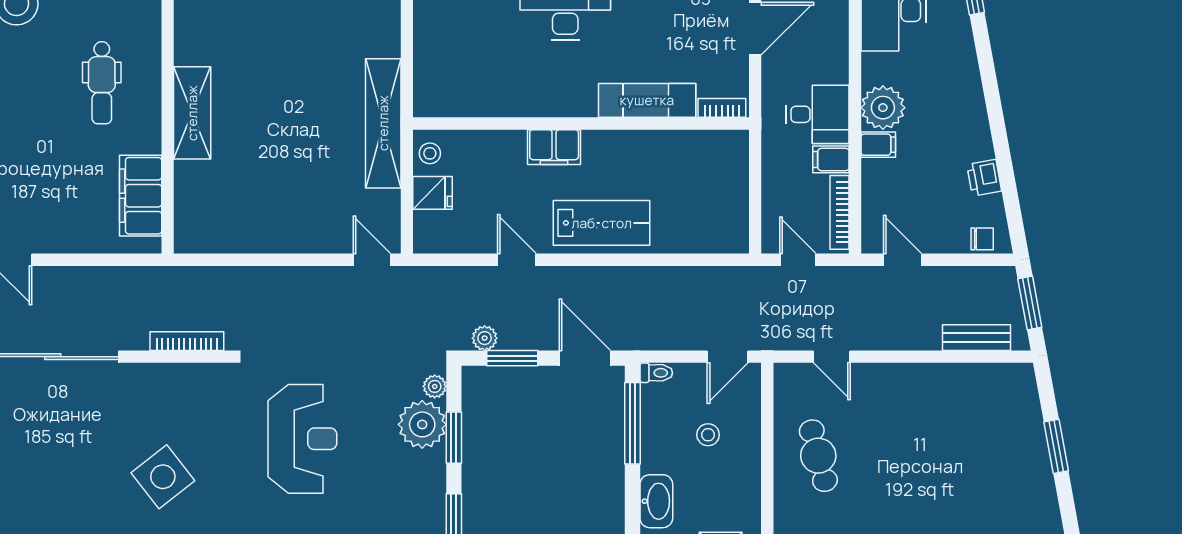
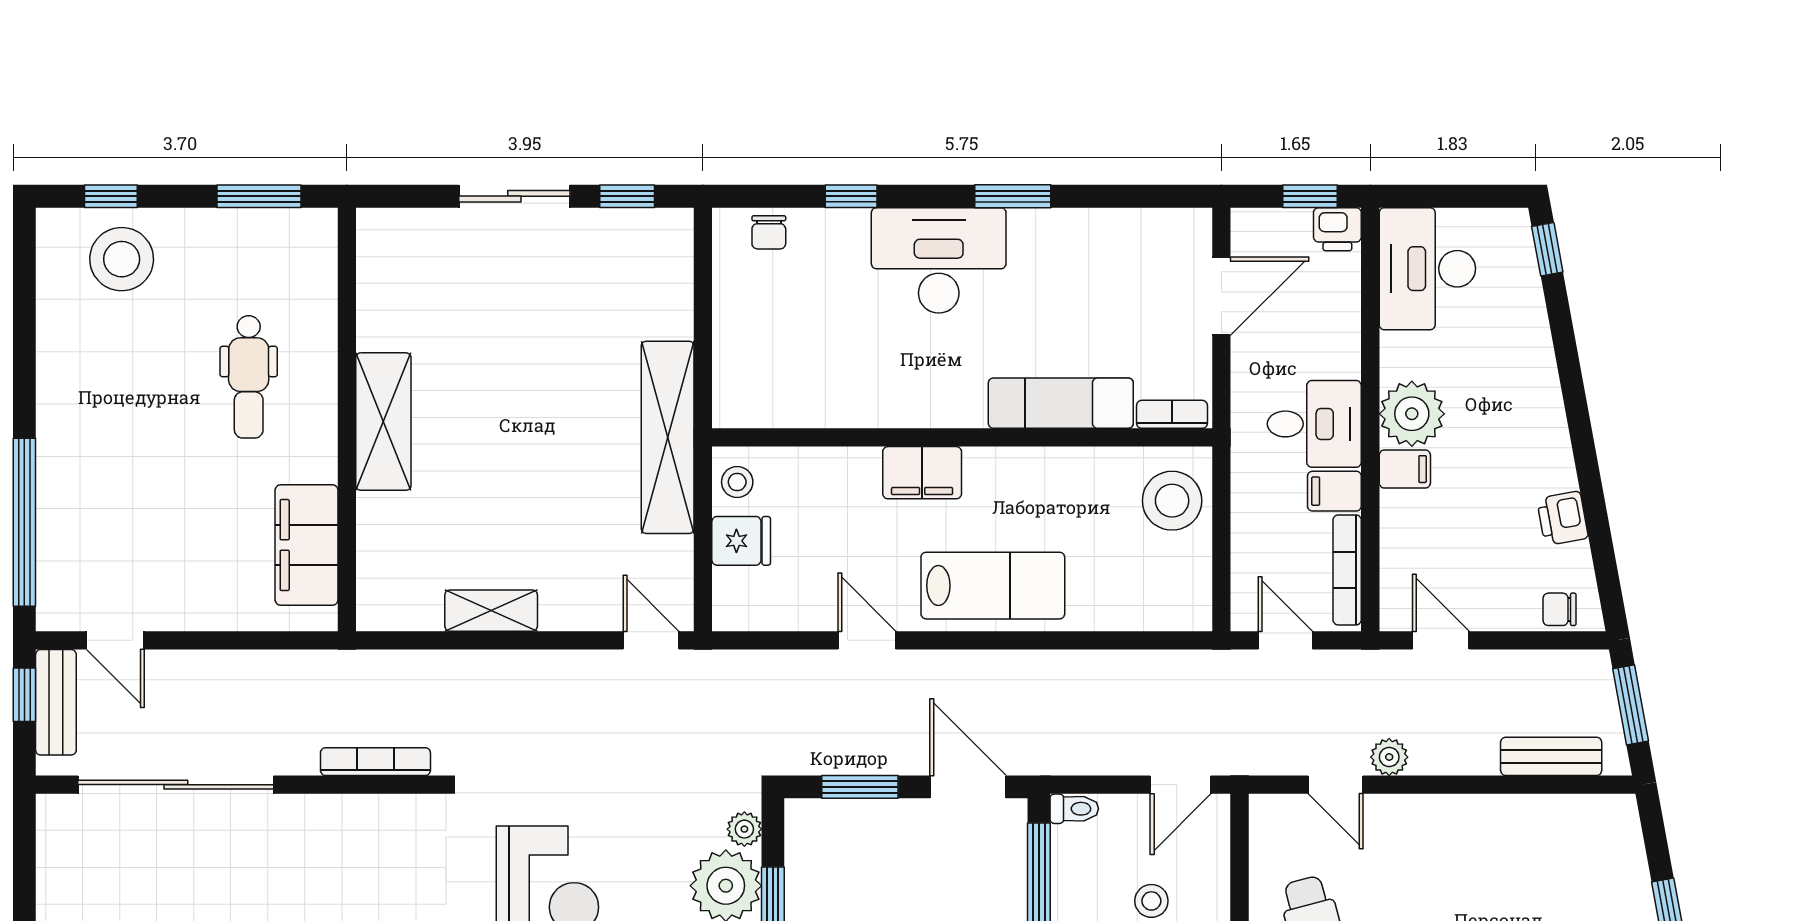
stool: (722, 166) -> (1172, 501), added
chair: (982, 239) -> (1560, 609), turned 180
shelving: (265, 240) -> (491, 611), added
plant: (485, 338) -> (1389, 757), moved

